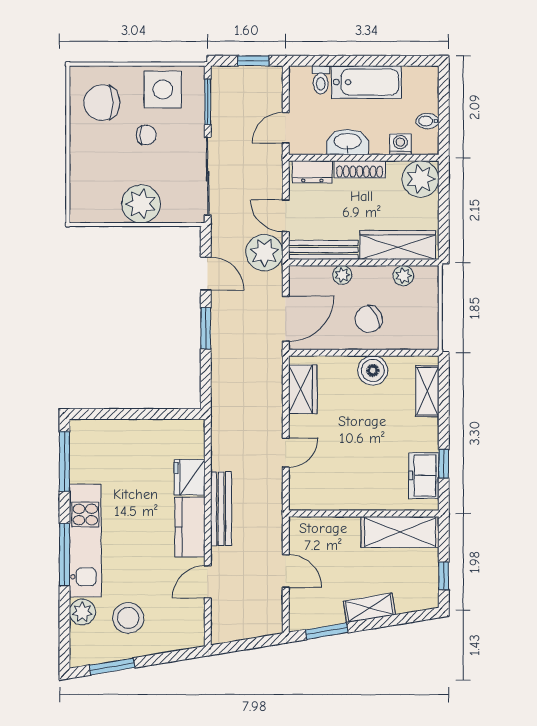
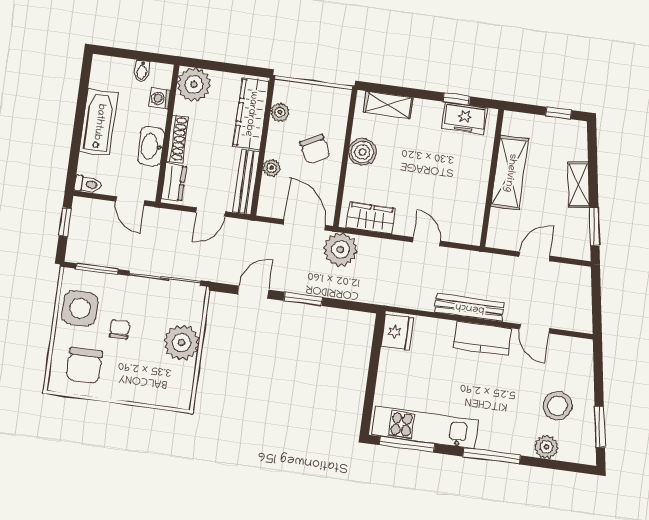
toilet: (321, 80) -> (88, 184), moved
plant: (264, 253) -> (340, 250), moved
fridge: (190, 477) -> (397, 332), moved, turned -90
shelving: (400, 532) -> (510, 173), moved
kitchen unit: (85, 541) -> (425, 428), moved

